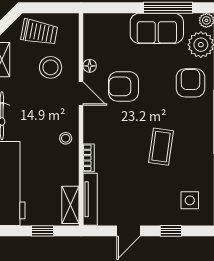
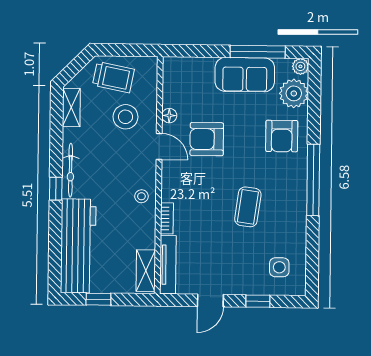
armchair: (190, 83) -> (282, 136), turned 180
window: (43, 231) -> (98, 299), moved

